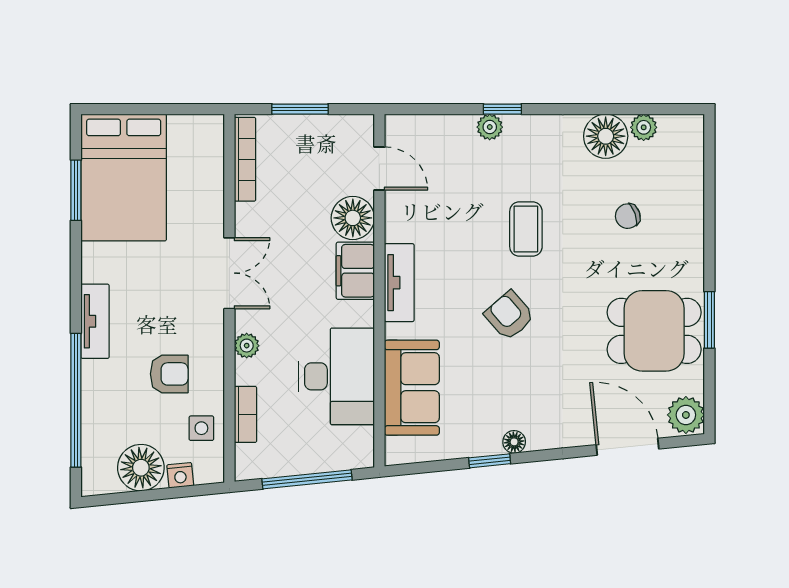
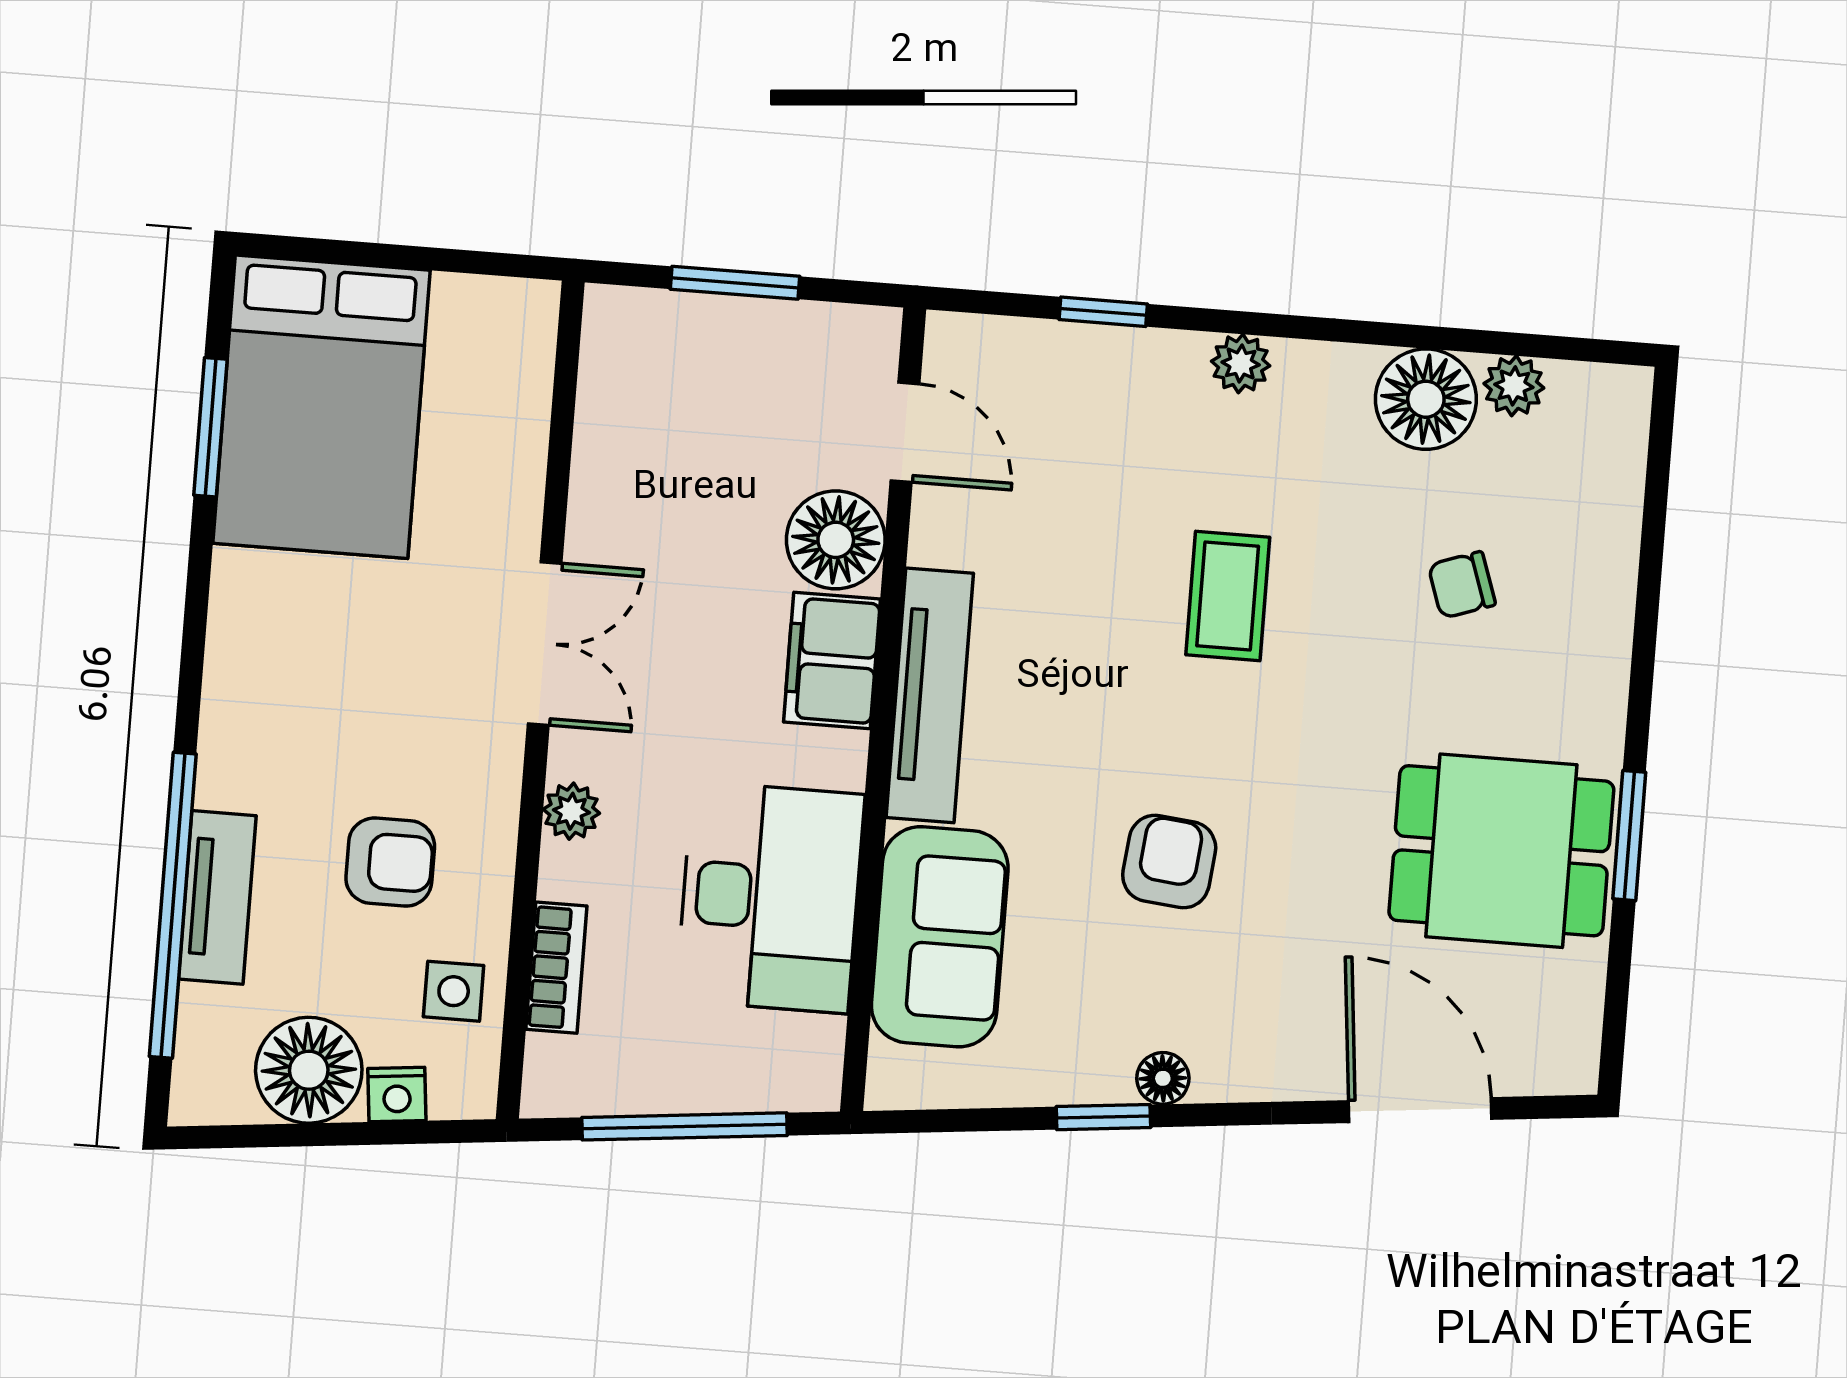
window: (502, 109) -> (1103, 312), moved
plant: (490, 127) -> (1241, 363), moved
bookcase: (245, 159) -> (601, 387), removed
tv unit: (399, 283) -> (930, 695), width x1.41
armchair: (509, 315) -> (1169, 861), moved, turned 47
tv unit: (95, 321) -> (217, 897), moved
plant: (686, 415) -> (1559, 1048), removed

